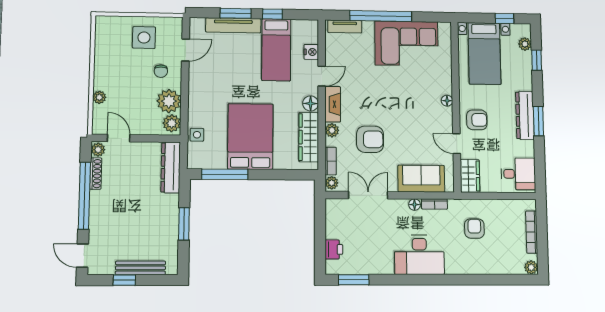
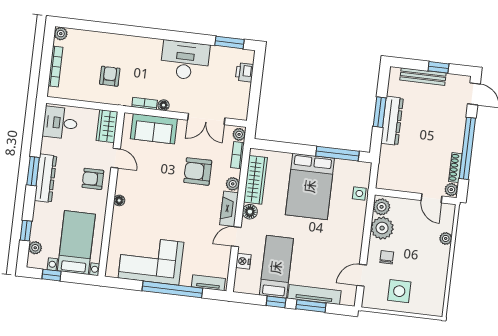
dresser: (171, 167) -> (392, 121), moved
armchair: (474, 229) -> (110, 76), turned 180
desk: (419, 255) -> (185, 60), moved

